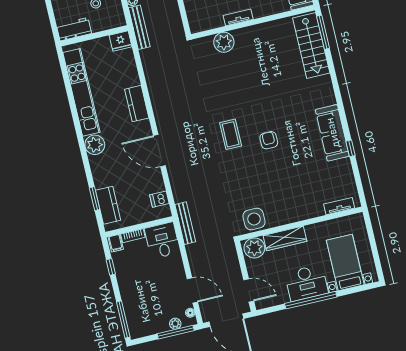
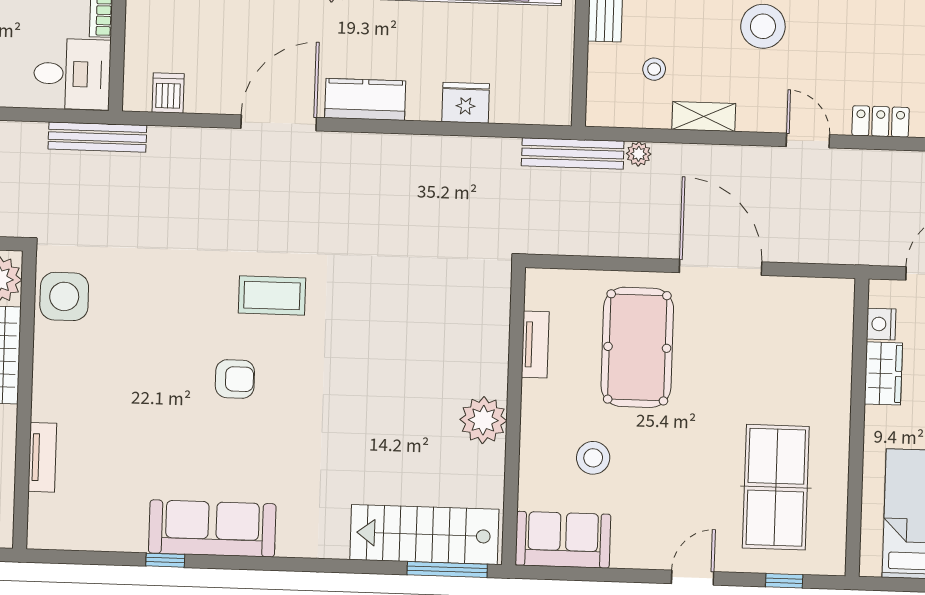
tv unit: (238, 17) -> (535, 345), moved
fridge: (121, 41) -> (466, 103), moved, turned 90
plant: (224, 42) -> (483, 420), moved
kitchen counter: (137, 104) -> (365, 99), moved
tv unit: (339, 206) -> (42, 457), moved

